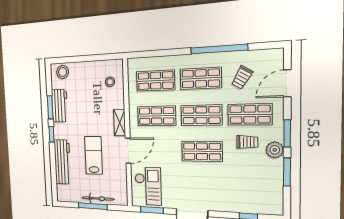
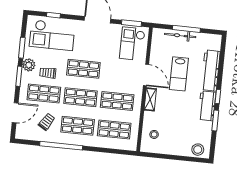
workbench: (60, 106) -> (207, 106), moved
door: (128, 151) -> (146, 75), swing flipped
checkout: (247, 191) -> (52, 35), added

